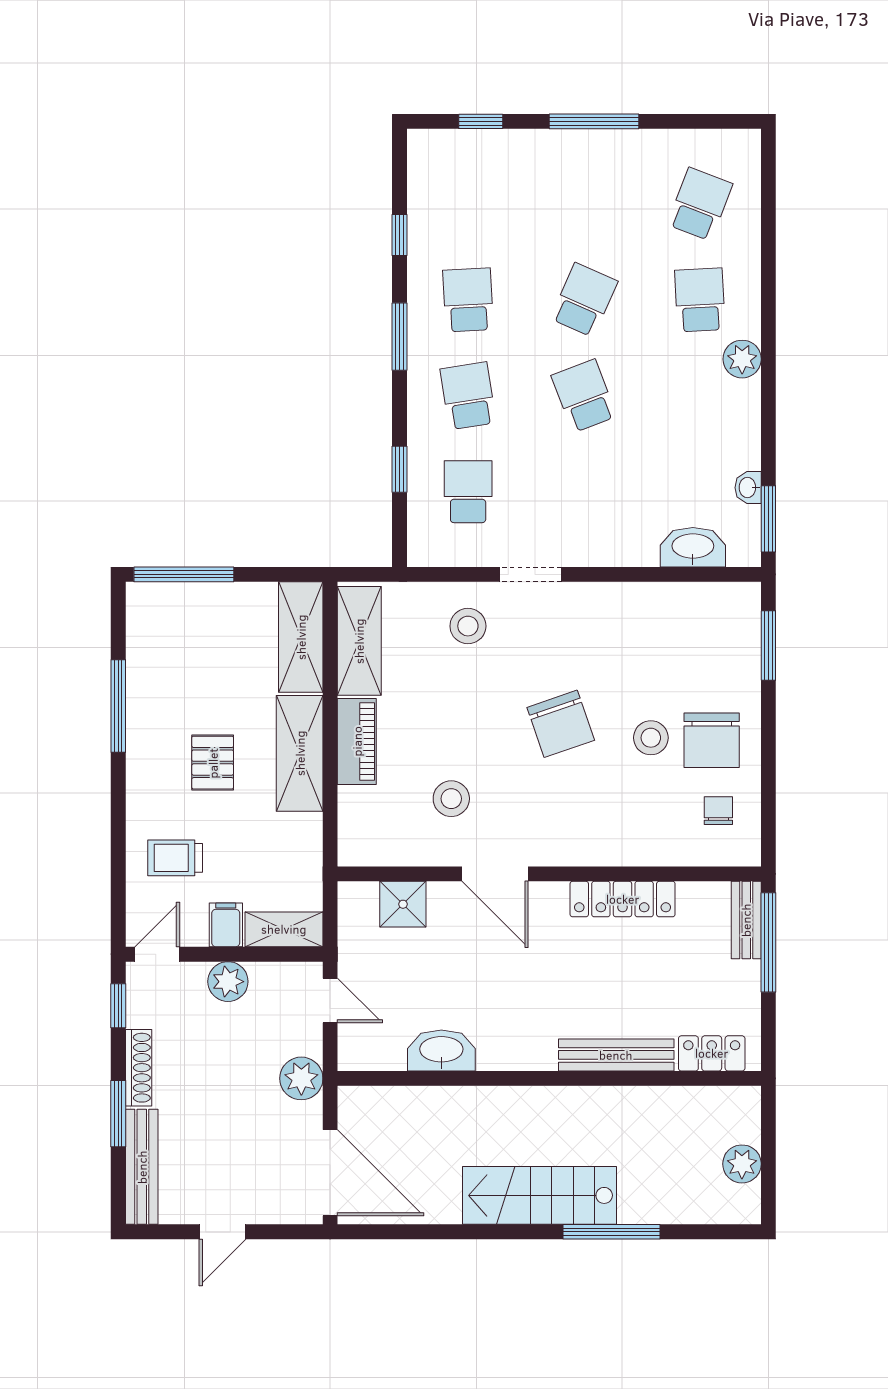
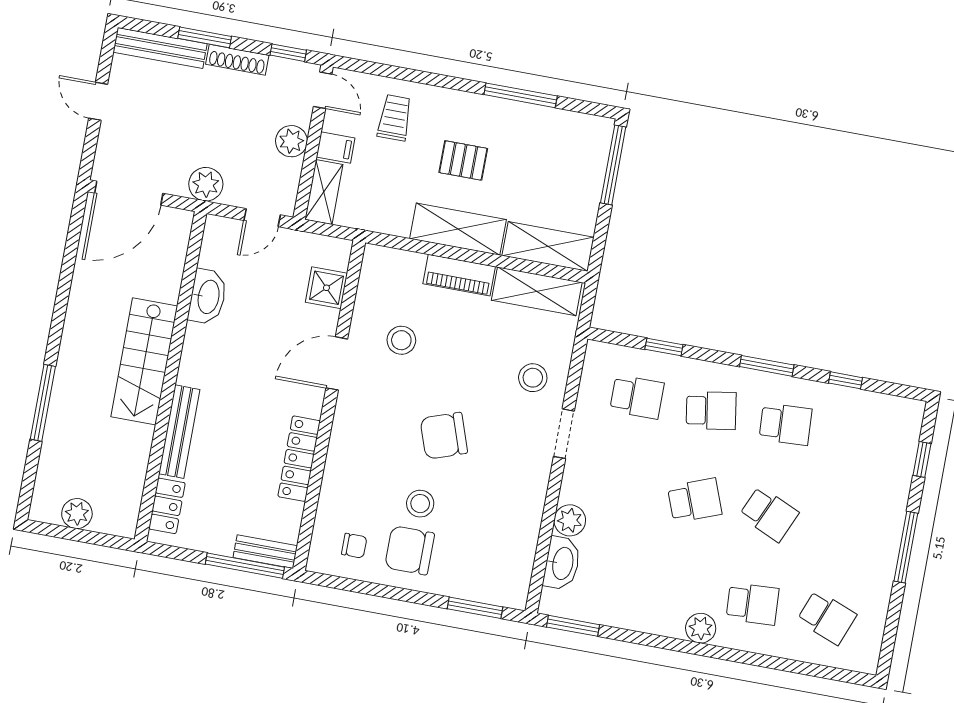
washbasin: (748, 488) -> (600, 615), removed
plant: (638, 547) -> (570, 520), added
stairs: (540, 1195) -> (144, 361), moved, turned 180

